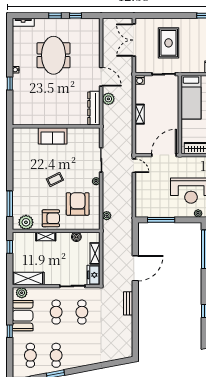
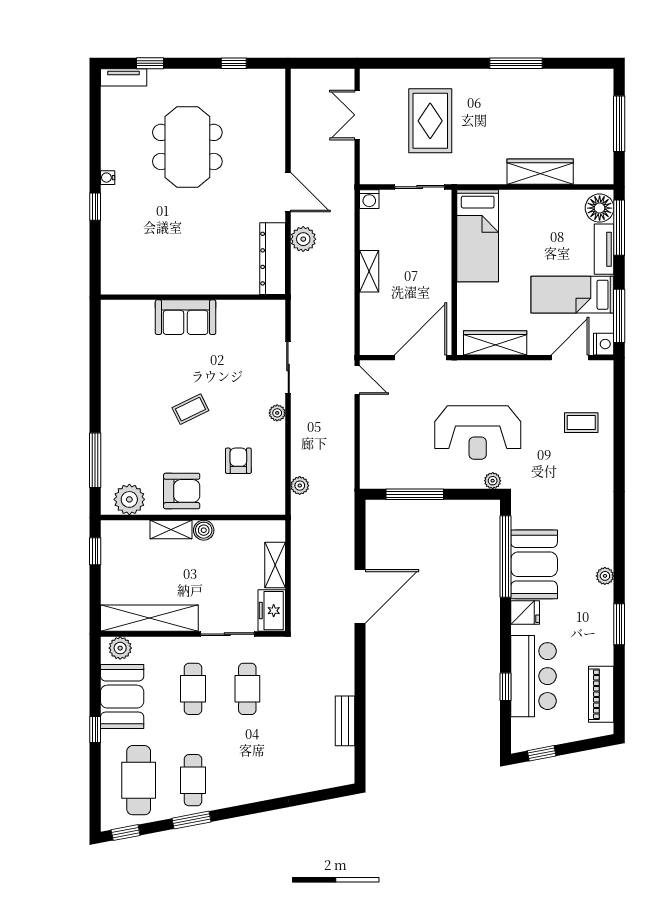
window: (55, 16) -> (150, 63), moved
double door: (134, 40) -> (357, 115), width x0.73
armchair: (78, 204) -> (238, 461), width x0.53, depth x0.53
boiler: (76, 237) -> (204, 530), moved
shelving: (28, 279) -> (149, 618), width x1.47
bench: (128, 303) -> (345, 721), moved
cafe table: (30, 355) -> (139, 780), width x1.37, depth x1.35

